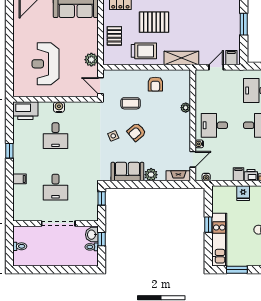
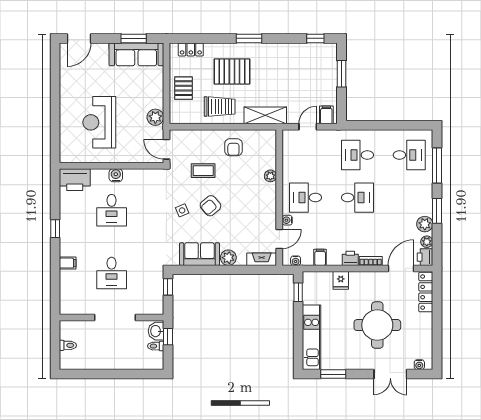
filing cabinet: (238, 174) -> (320, 257), moved
window: (208, 225) -> (298, 292), moved

